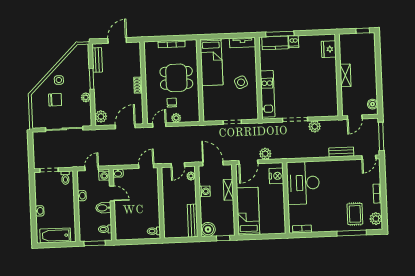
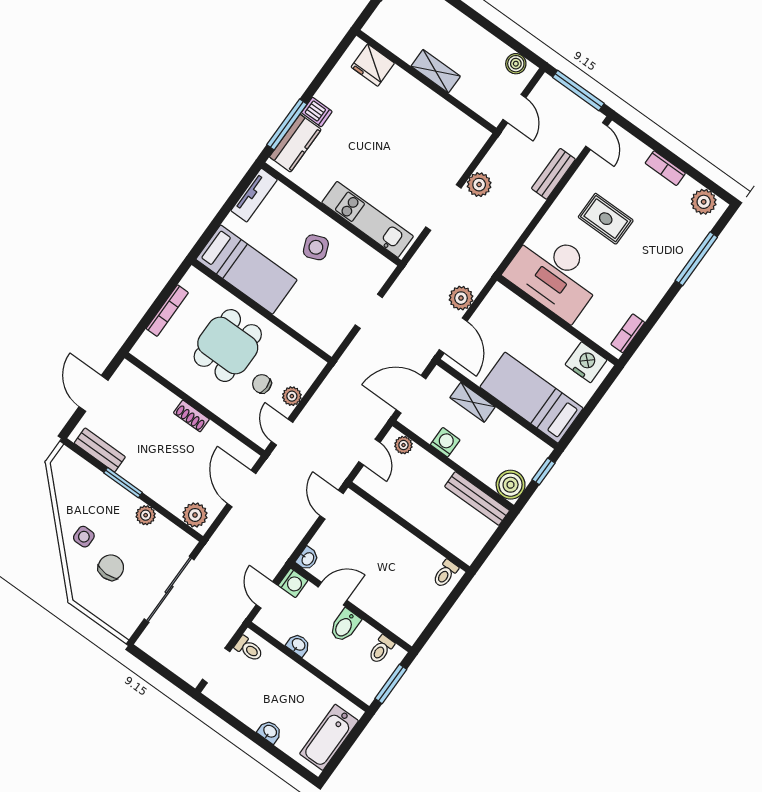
nightstand: (276, 176) -> (586, 362), moved
rug: (355, 214) -> (606, 219), moved

